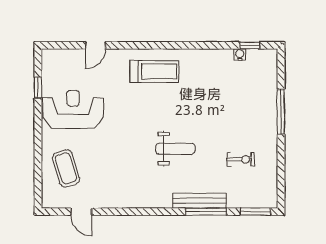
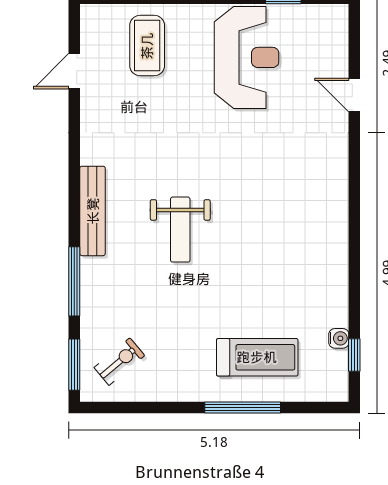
treadmill: (154, 71) -> (257, 357), moved, turned -90
exercise bike: (241, 159) -> (119, 362), moved, turned -130
coffee table: (66, 168) -> (147, 46), turned -73
bench: (200, 201) -> (93, 211), moved

